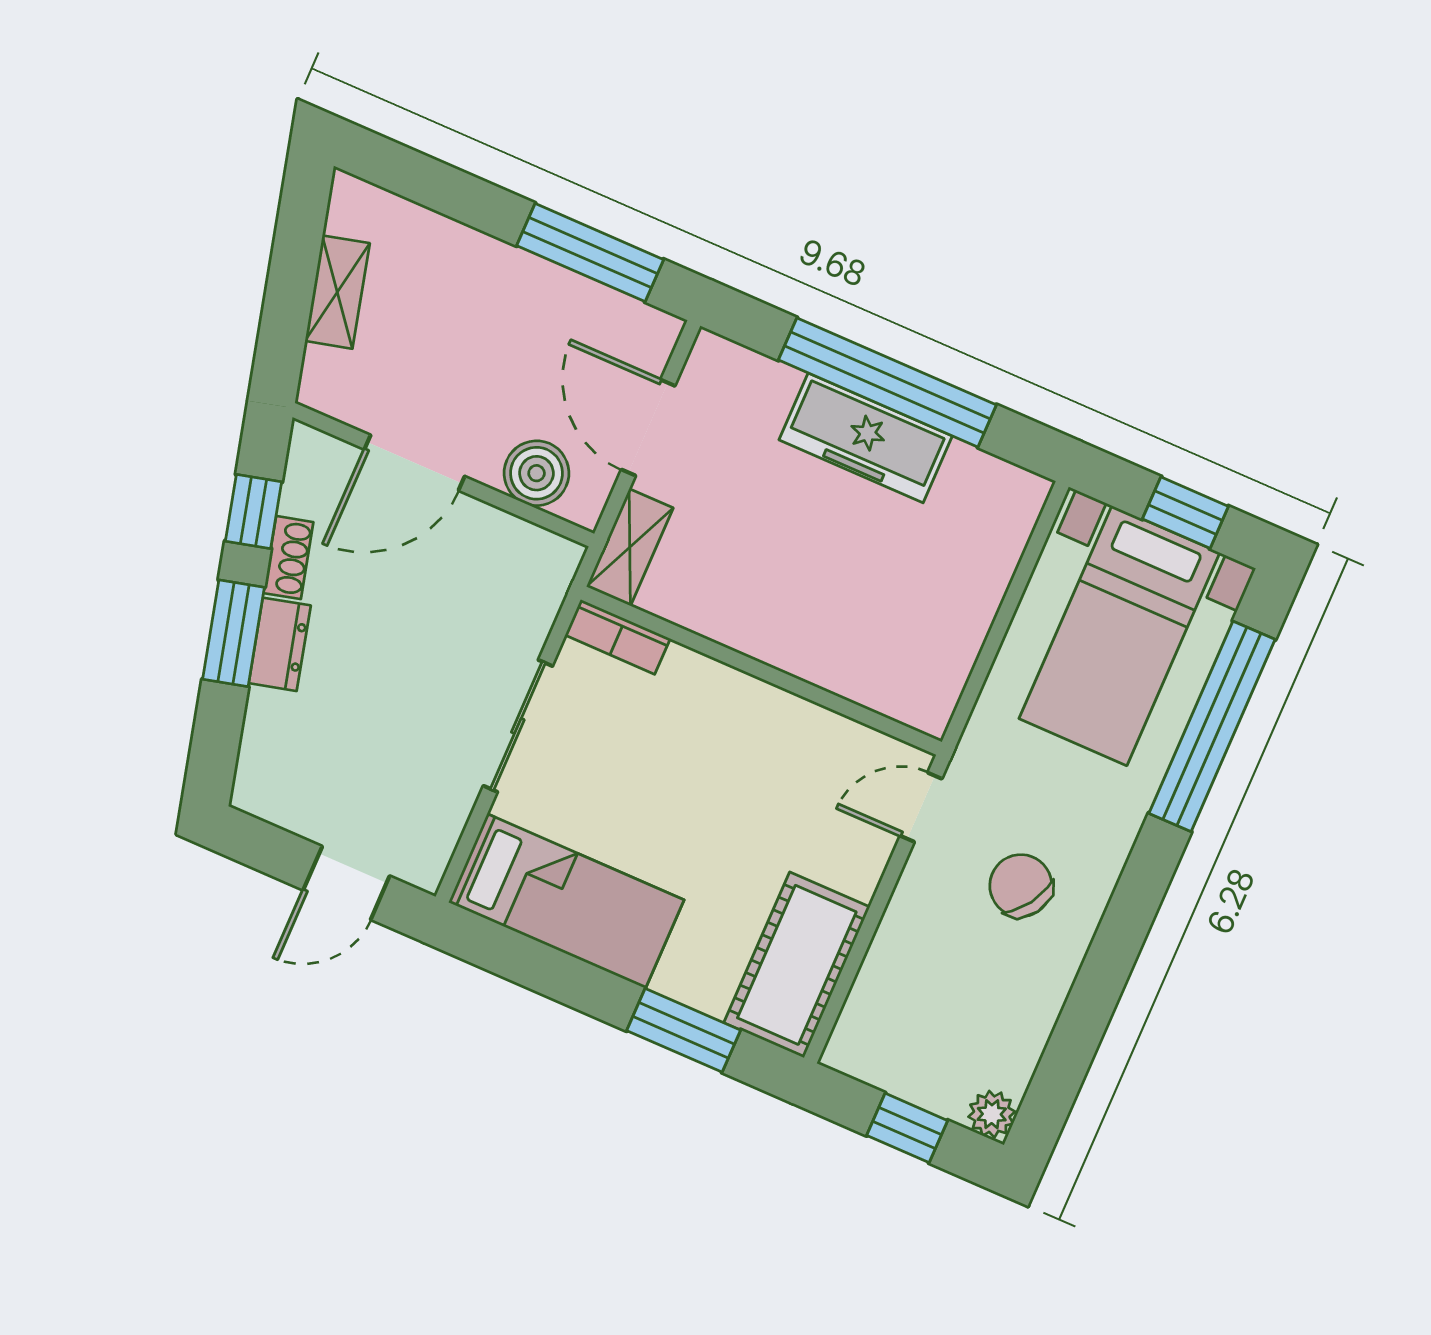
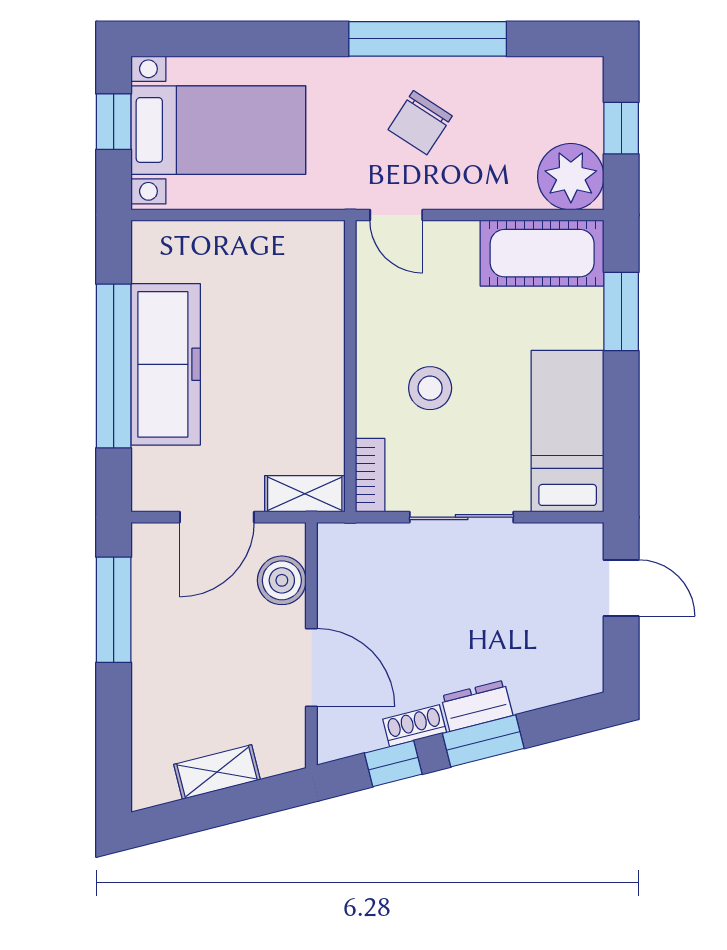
freezer: (866, 438) -> (166, 364), width x1.36, depth x1.26
window: (1212, 726) -> (428, 39), moved
stool: (692, 756) -> (430, 388), added
plant: (992, 1114) -> (571, 177), moved, width x1.88, depth x1.88

